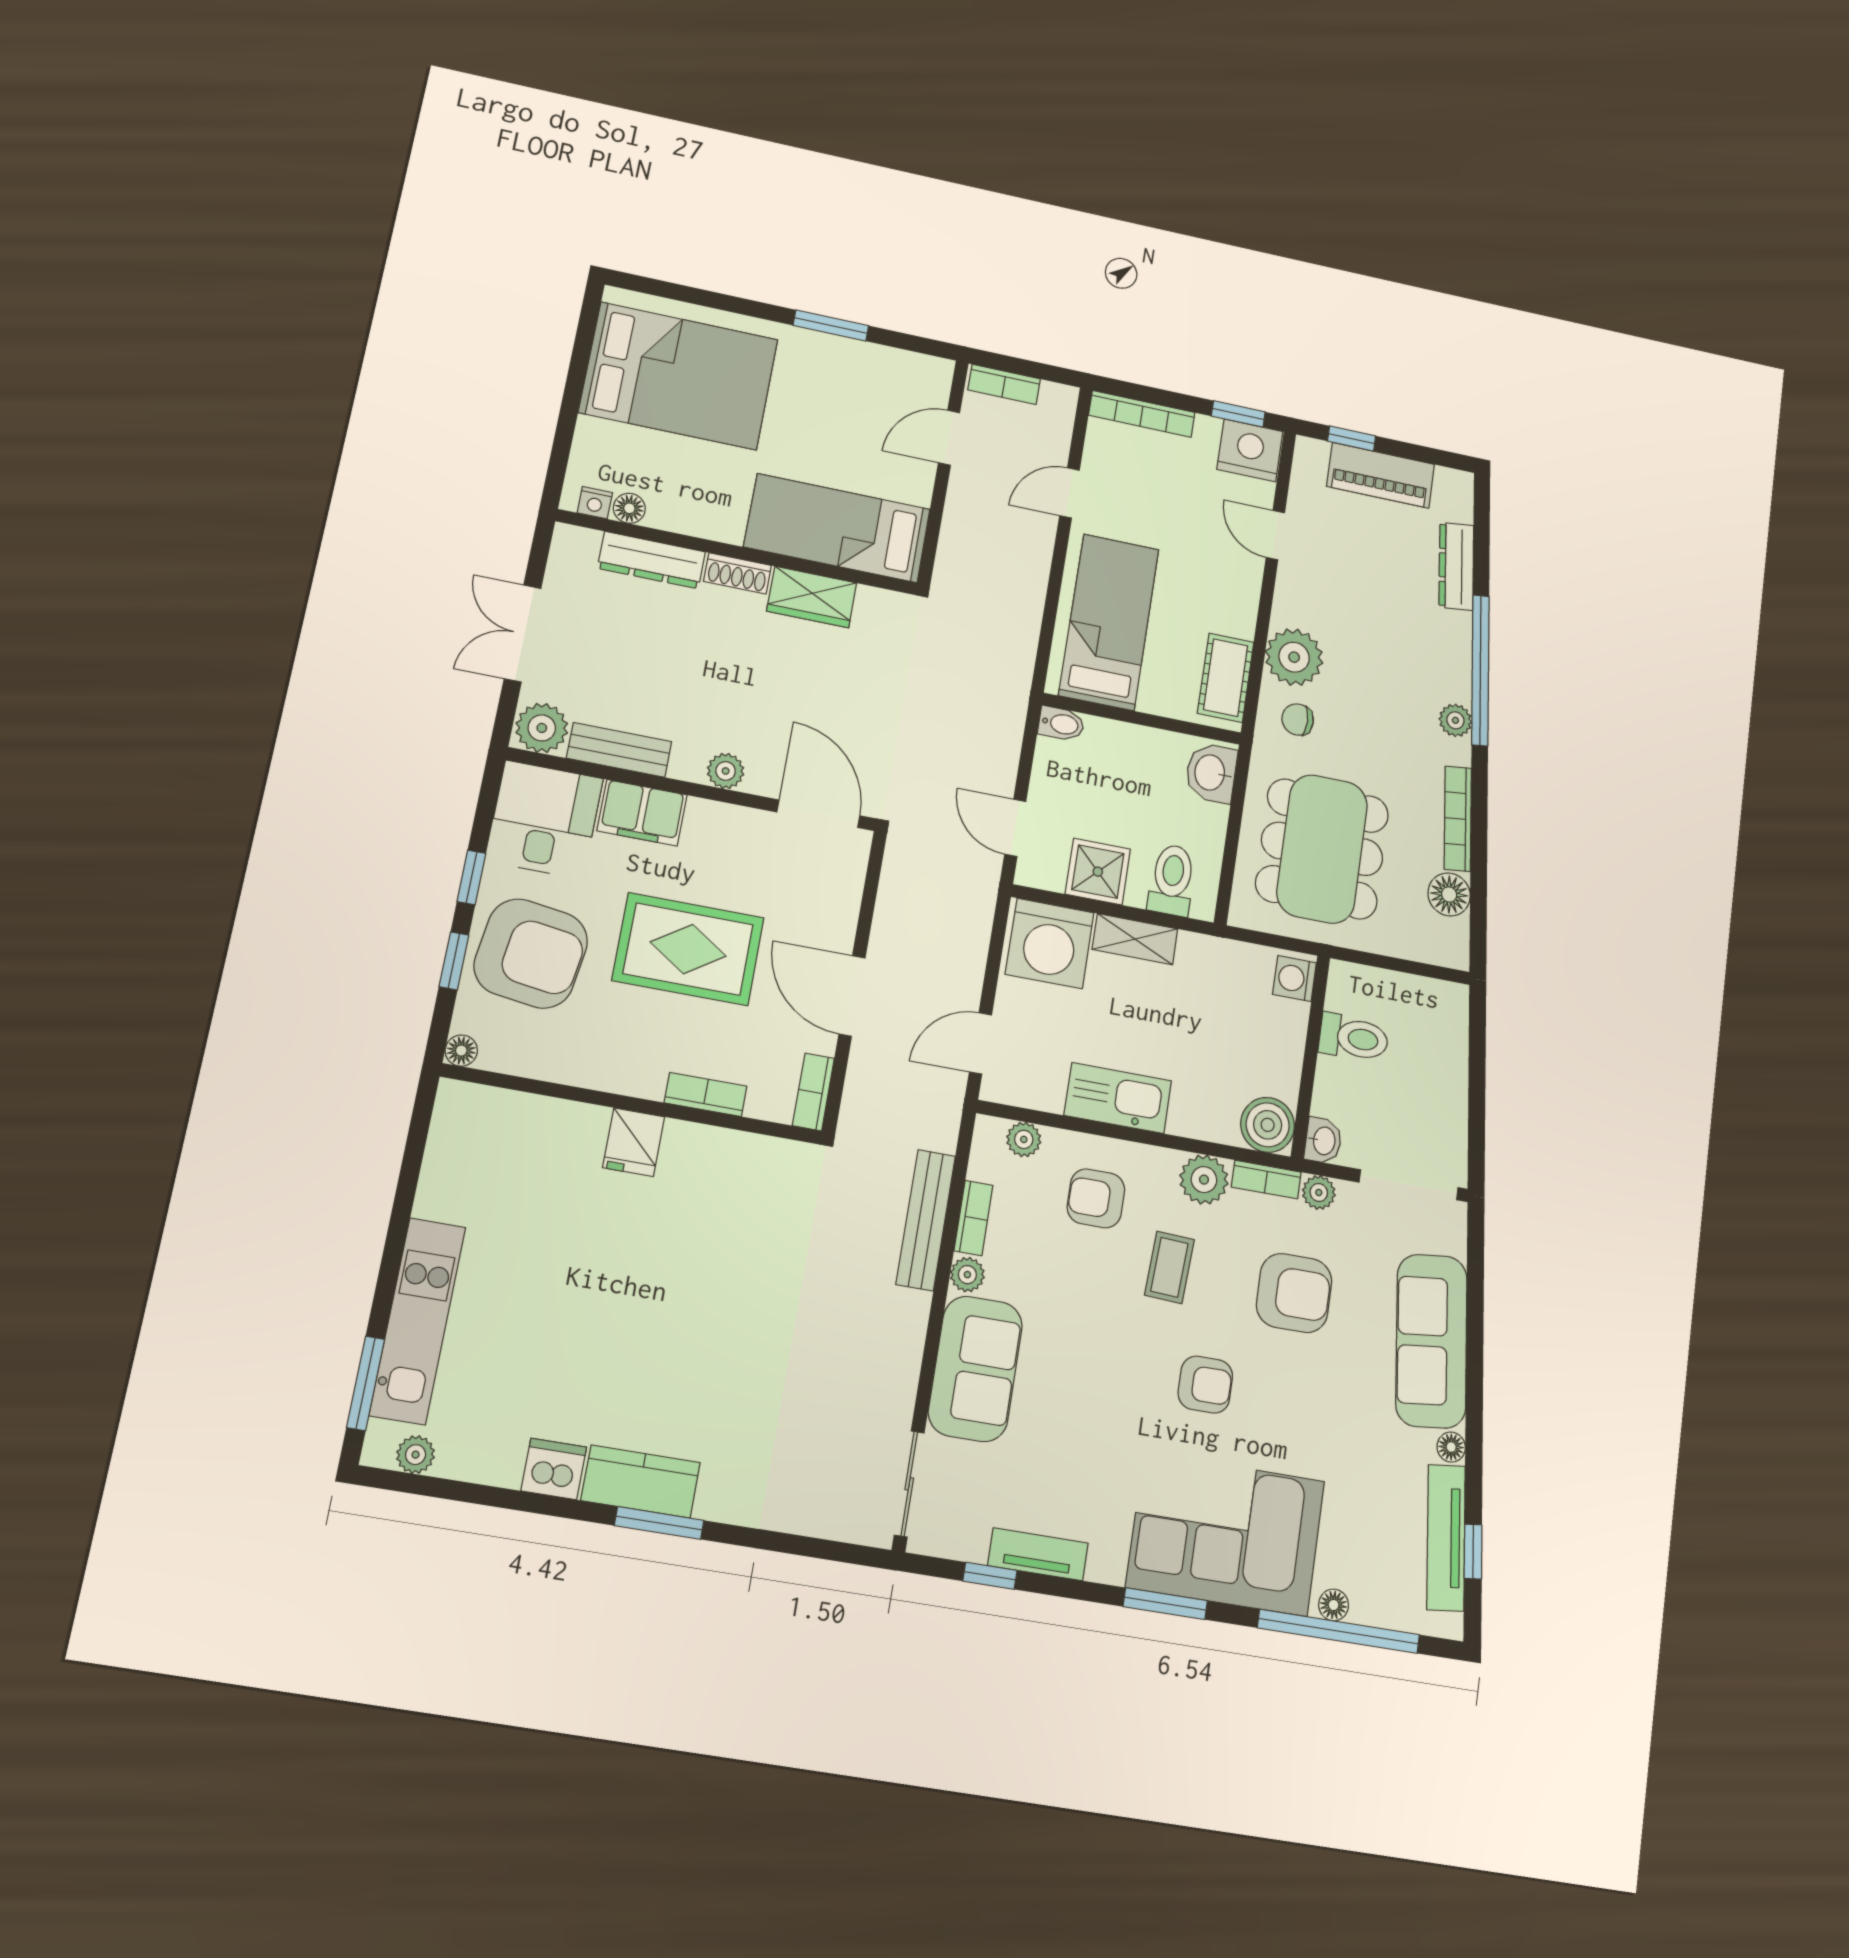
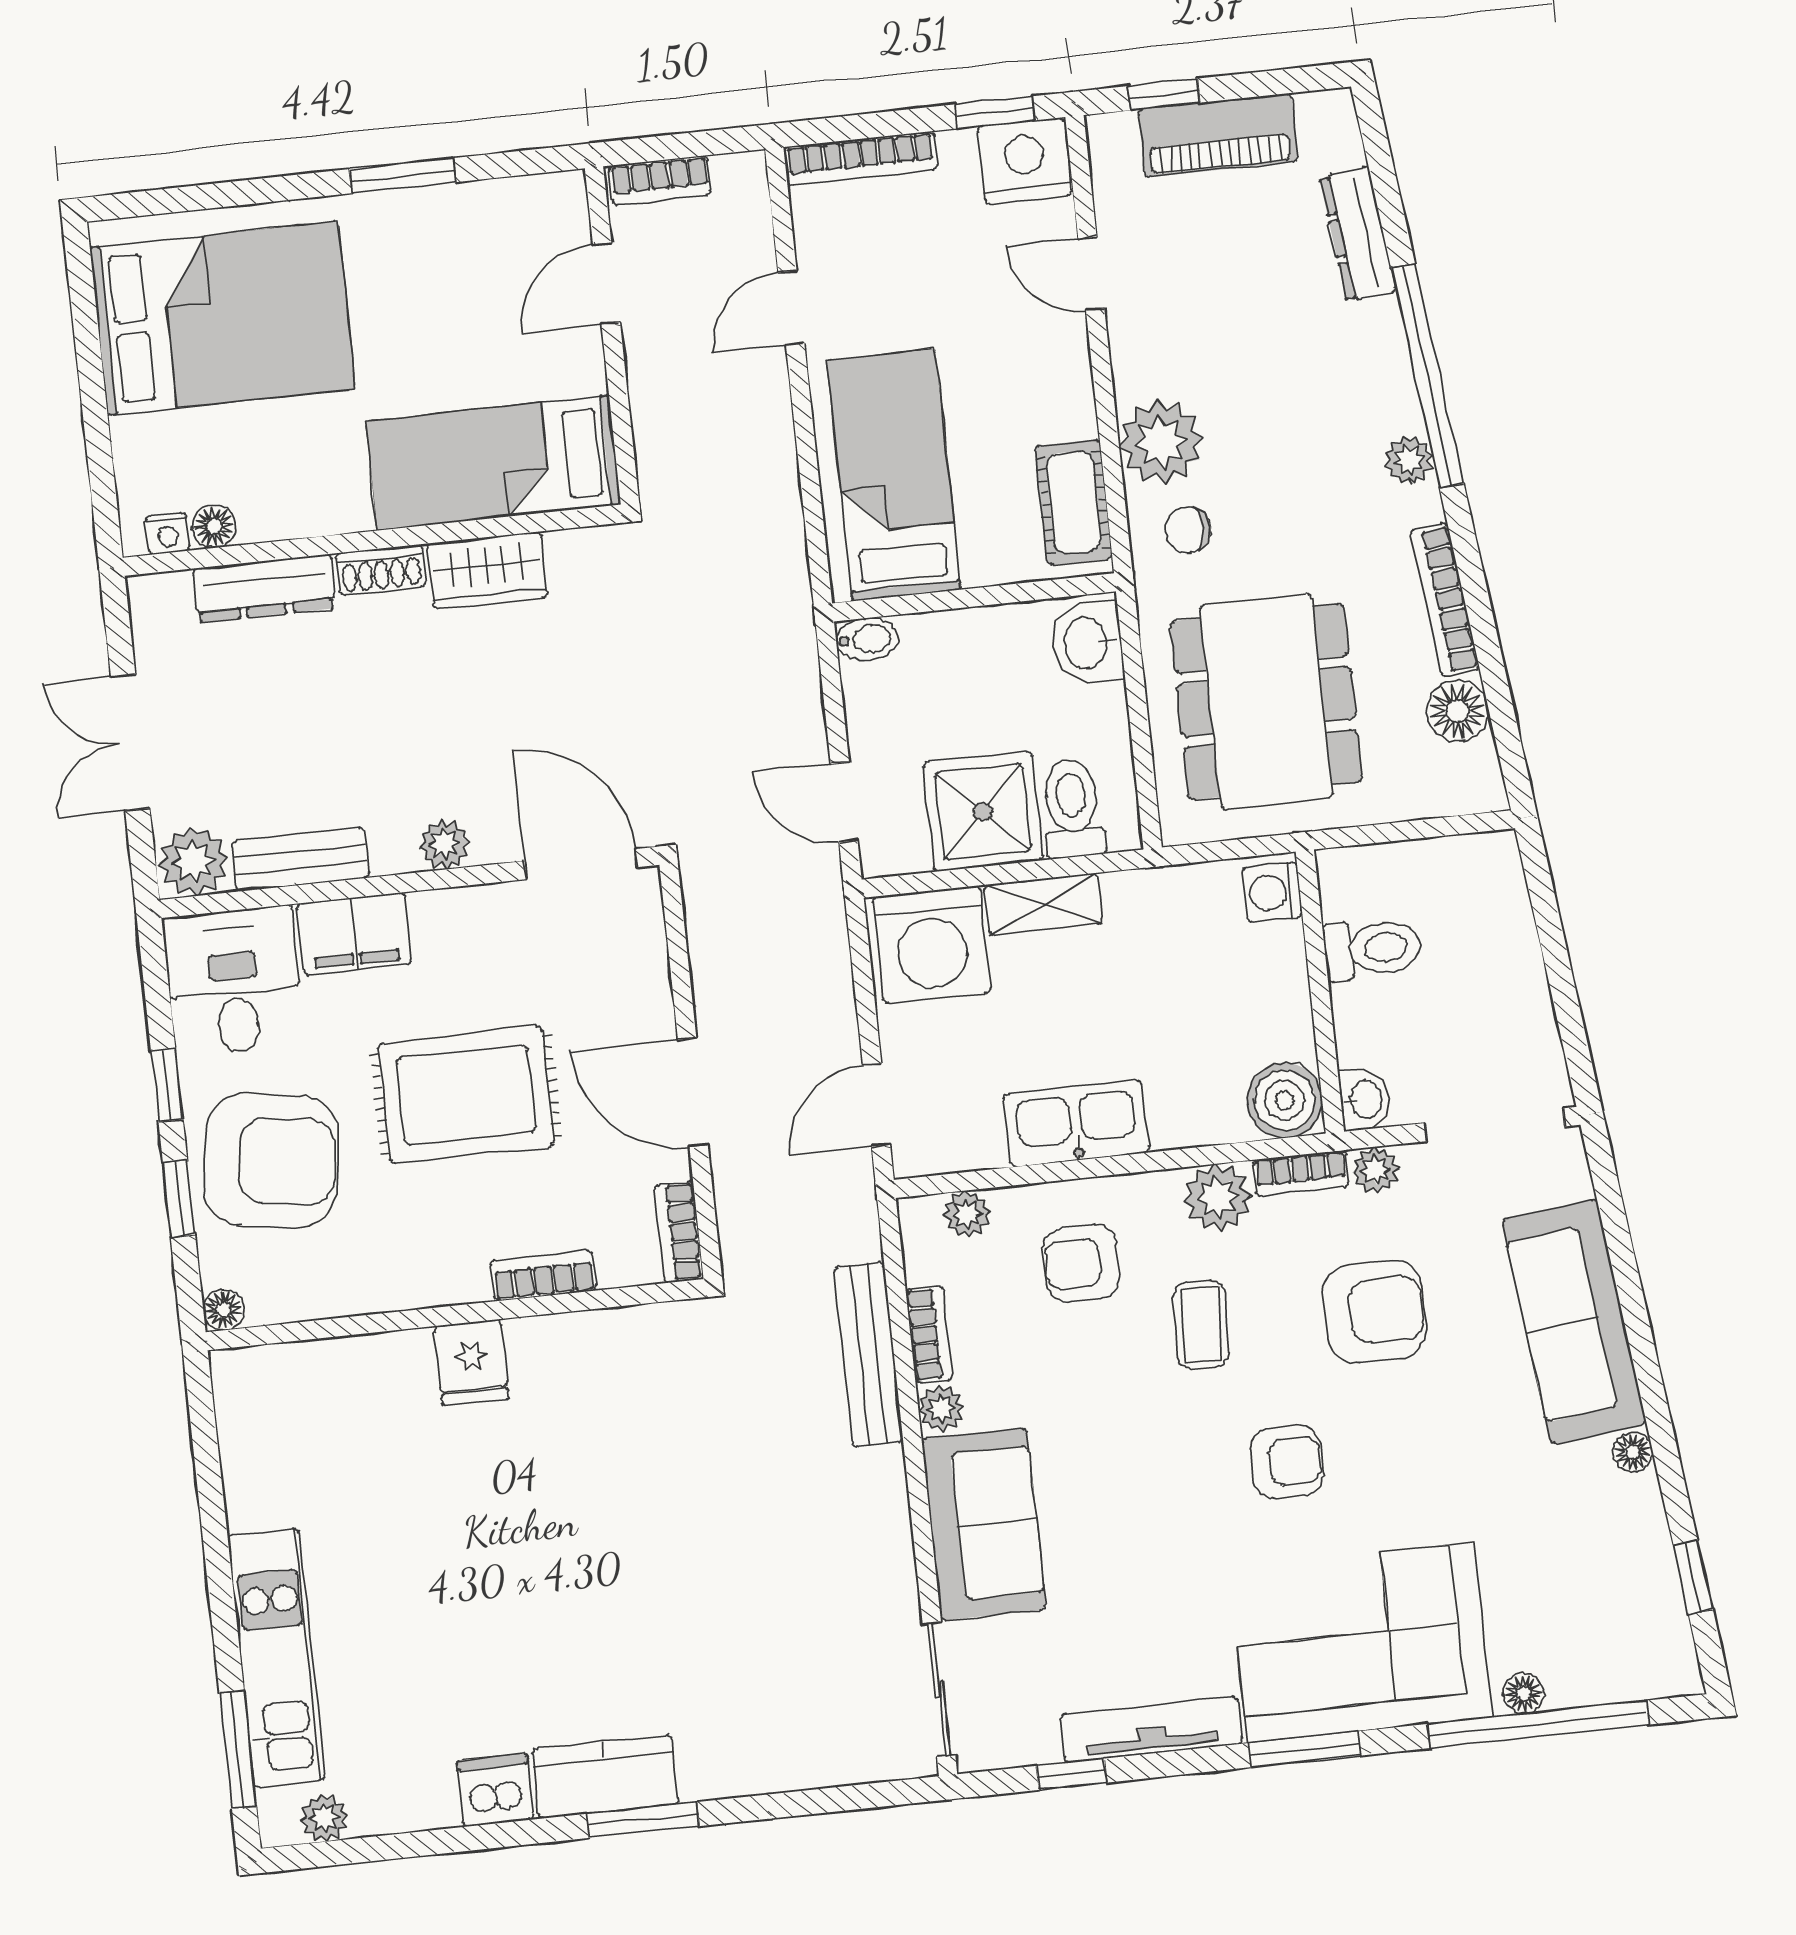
shower: (1098, 872) -> (983, 811), width x1.36, depth x1.36
tv unit: (1446, 1538) -> (1653, 1570), removed
tv unit: (1038, 1554) -> (1151, 1729), width x1.41

